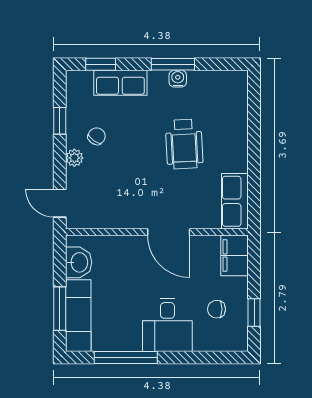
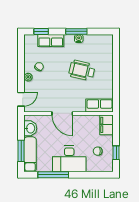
window: (60, 121) -> (21, 59), removed
wheelchair: (184, 144) -> (82, 70), turned 106
row of seats: (235, 201) -> (100, 106), moved, turned 90
door: (60, 203) -> (21, 99), swing flipped
door: (169, 232) -> (62, 113), moved
desk: (167, 325) -> (69, 159), width x1.37

